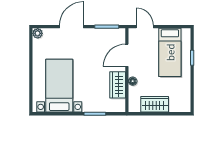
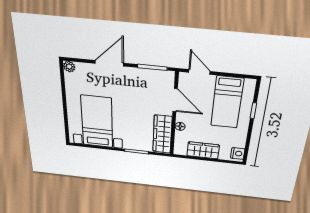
door: (127, 55) -> (175, 100), swing flipped
wardrobe: (118, 85) -> (162, 134), width x1.50
nightstand: (185, 103) -> (238, 153), added

